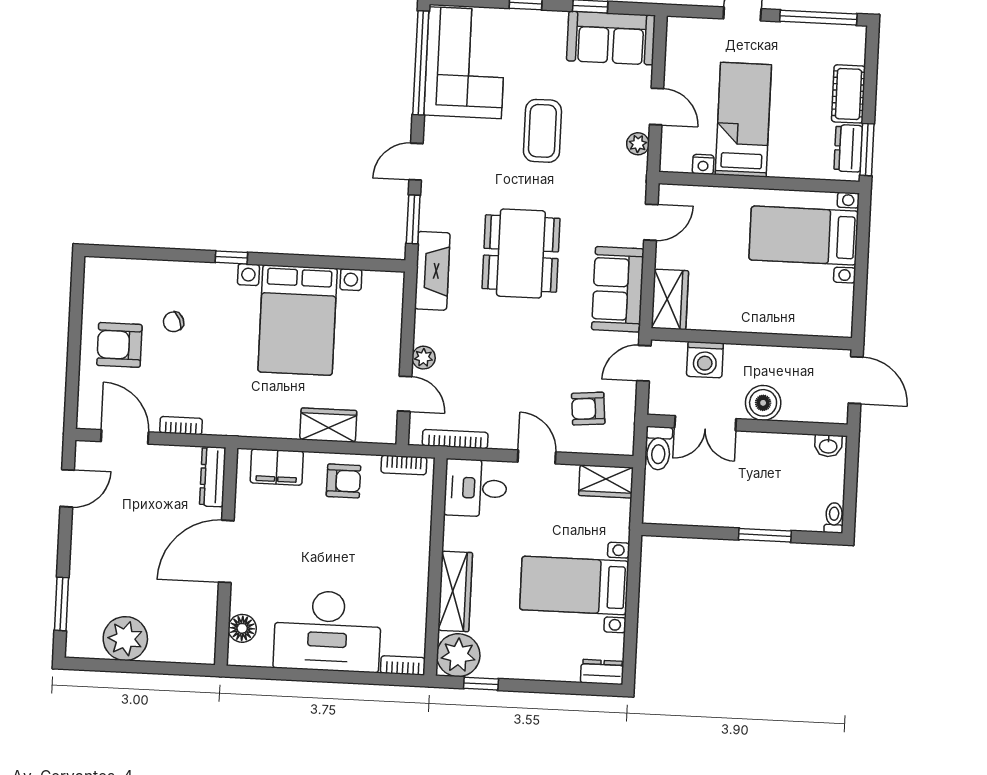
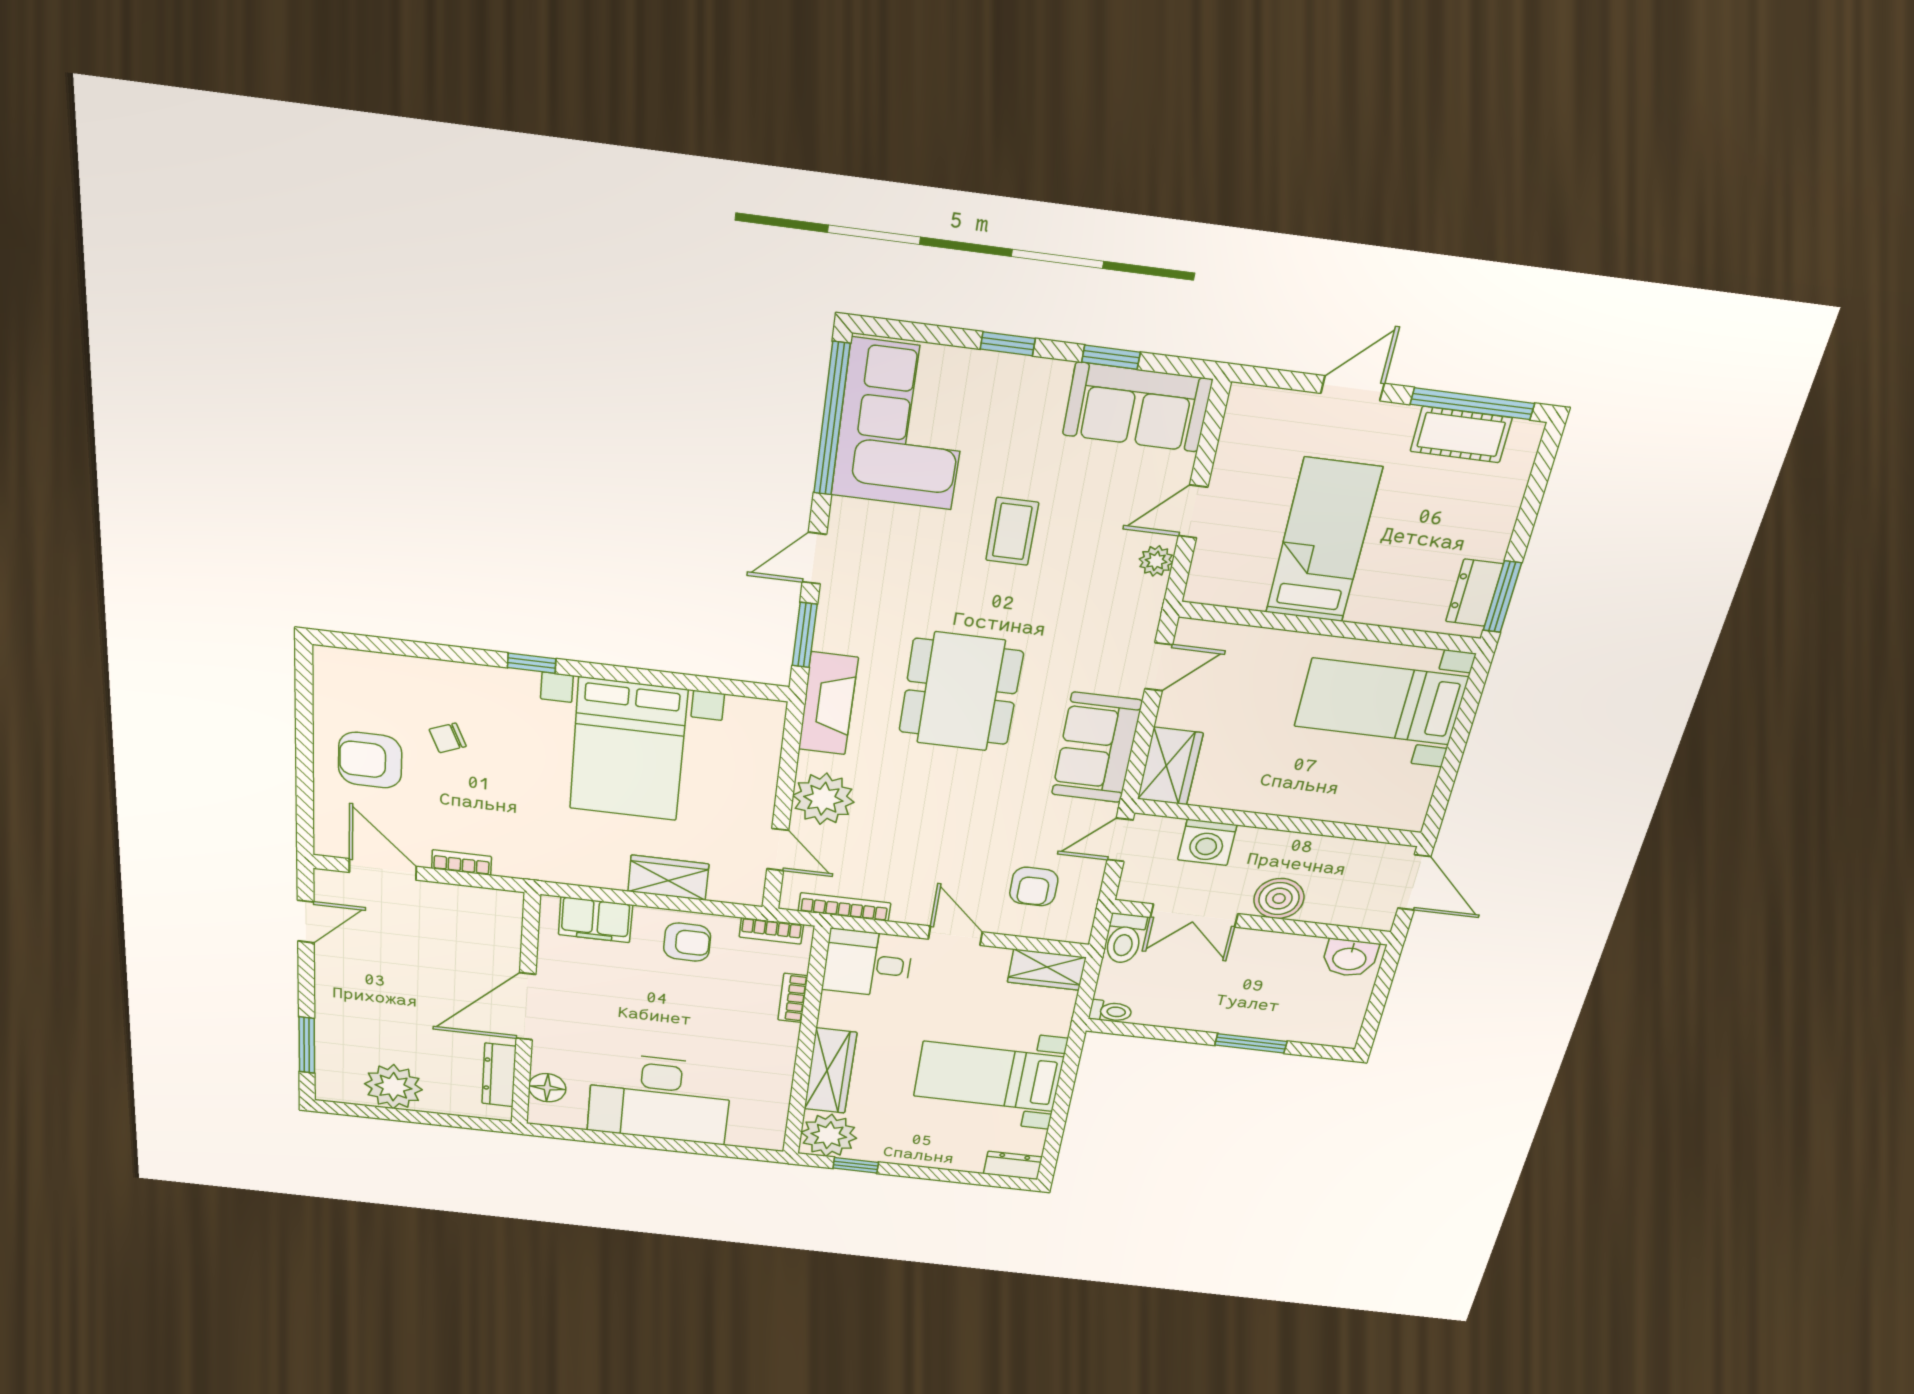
cot: (848, 94) -> (1461, 435), moved, turned 90
door: (656, 106) -> (1193, 511), swing flipped
coffee table: (542, 131) -> (1012, 531), width x0.73, depth x0.77
nightstand: (703, 164) -> (1250, 597), removed
plant: (424, 358) -> (823, 799), width x1.88, depth x1.88
armchair: (588, 409) -> (1034, 887), turned -85
washbasin: (828, 446) -> (1350, 958), width x1.38, depth x1.45
dresser: (213, 477) -> (499, 1075), moved
toilet: (834, 518) -> (1111, 1011), moved, turned 90
bookcase: (403, 665) -> (793, 998), moved, turned -90

